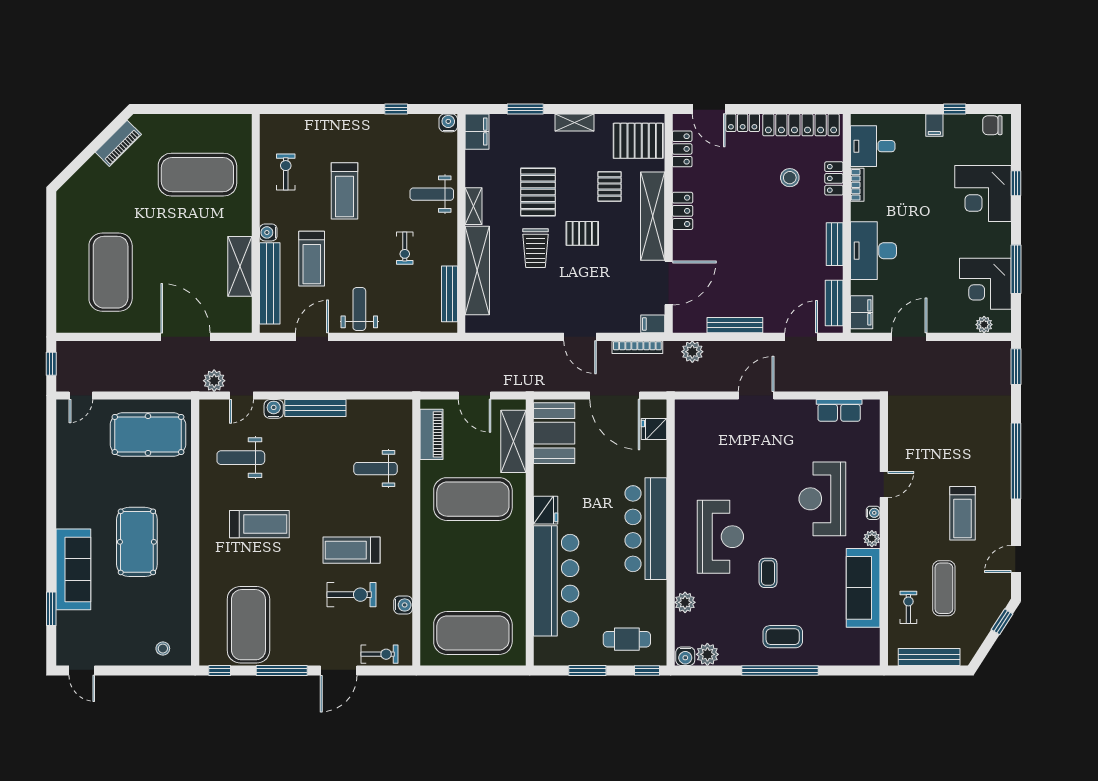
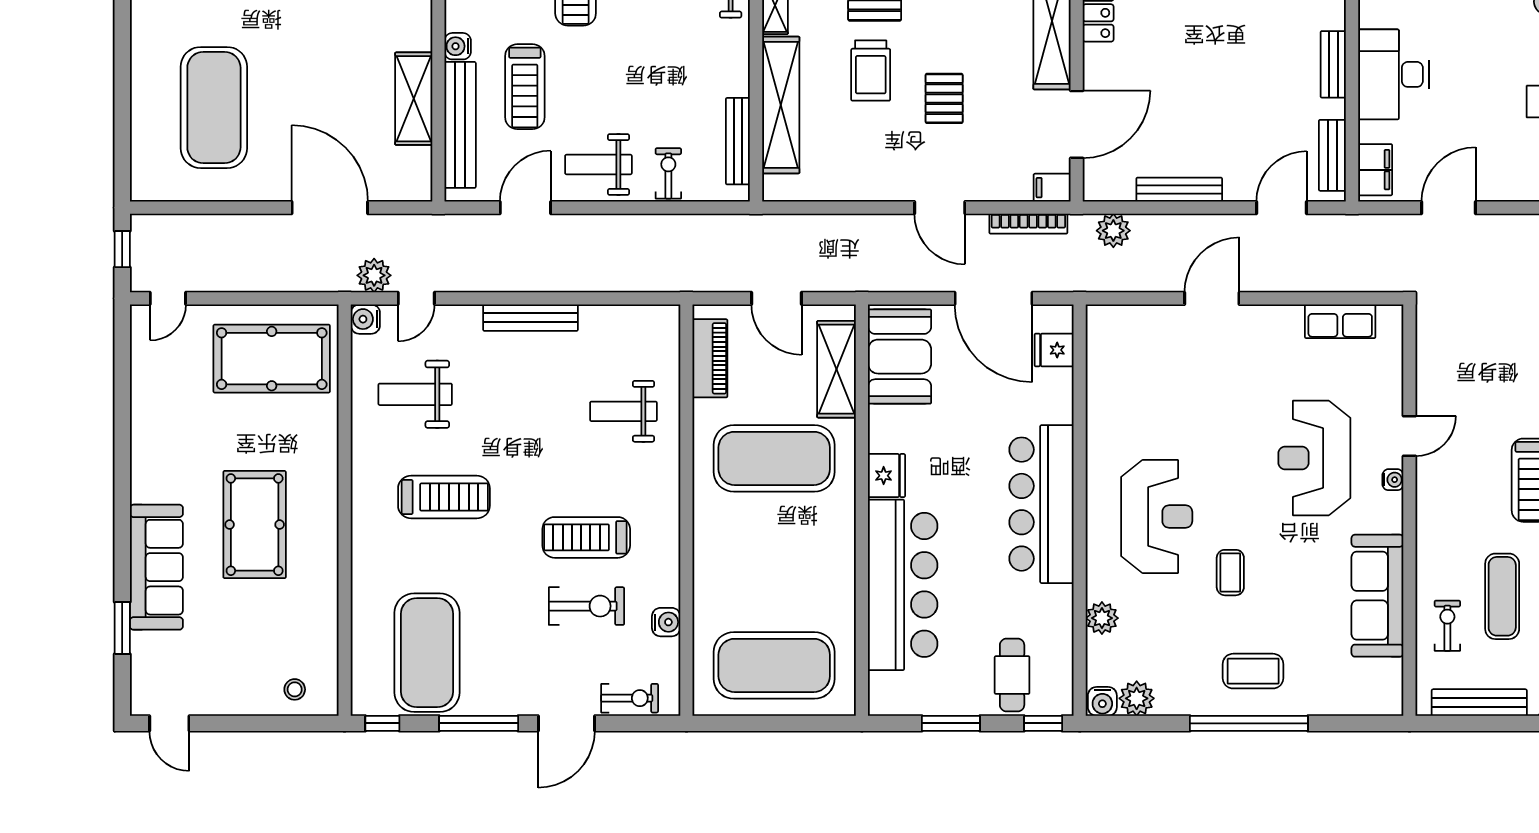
pallet: (582, 233) -> (944, 98), moved, turned 90
exercise bike: (405, 248) -> (668, 173), moved, turned 180
weight bench: (359, 309) -> (598, 165), turned -90
water cooler: (274, 409) -> (365, 319), moved, turned -90
plant: (872, 539) -> (1391, 519), removed
cafe table: (627, 639) -> (1012, 675), turned 90

